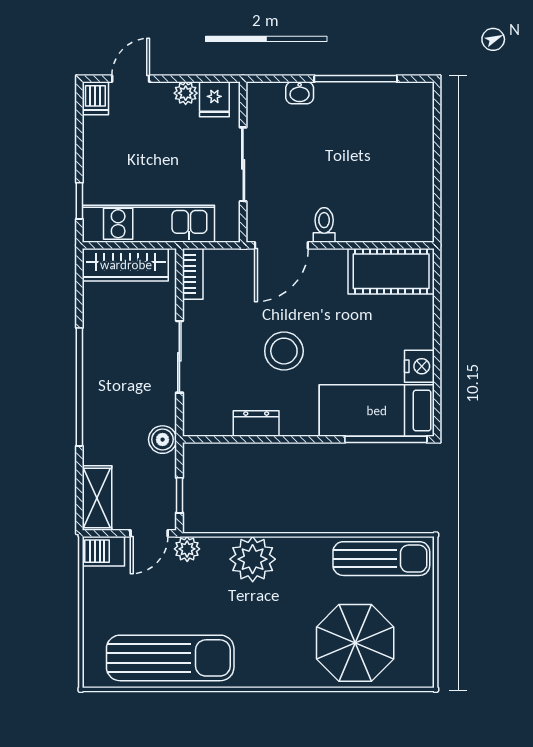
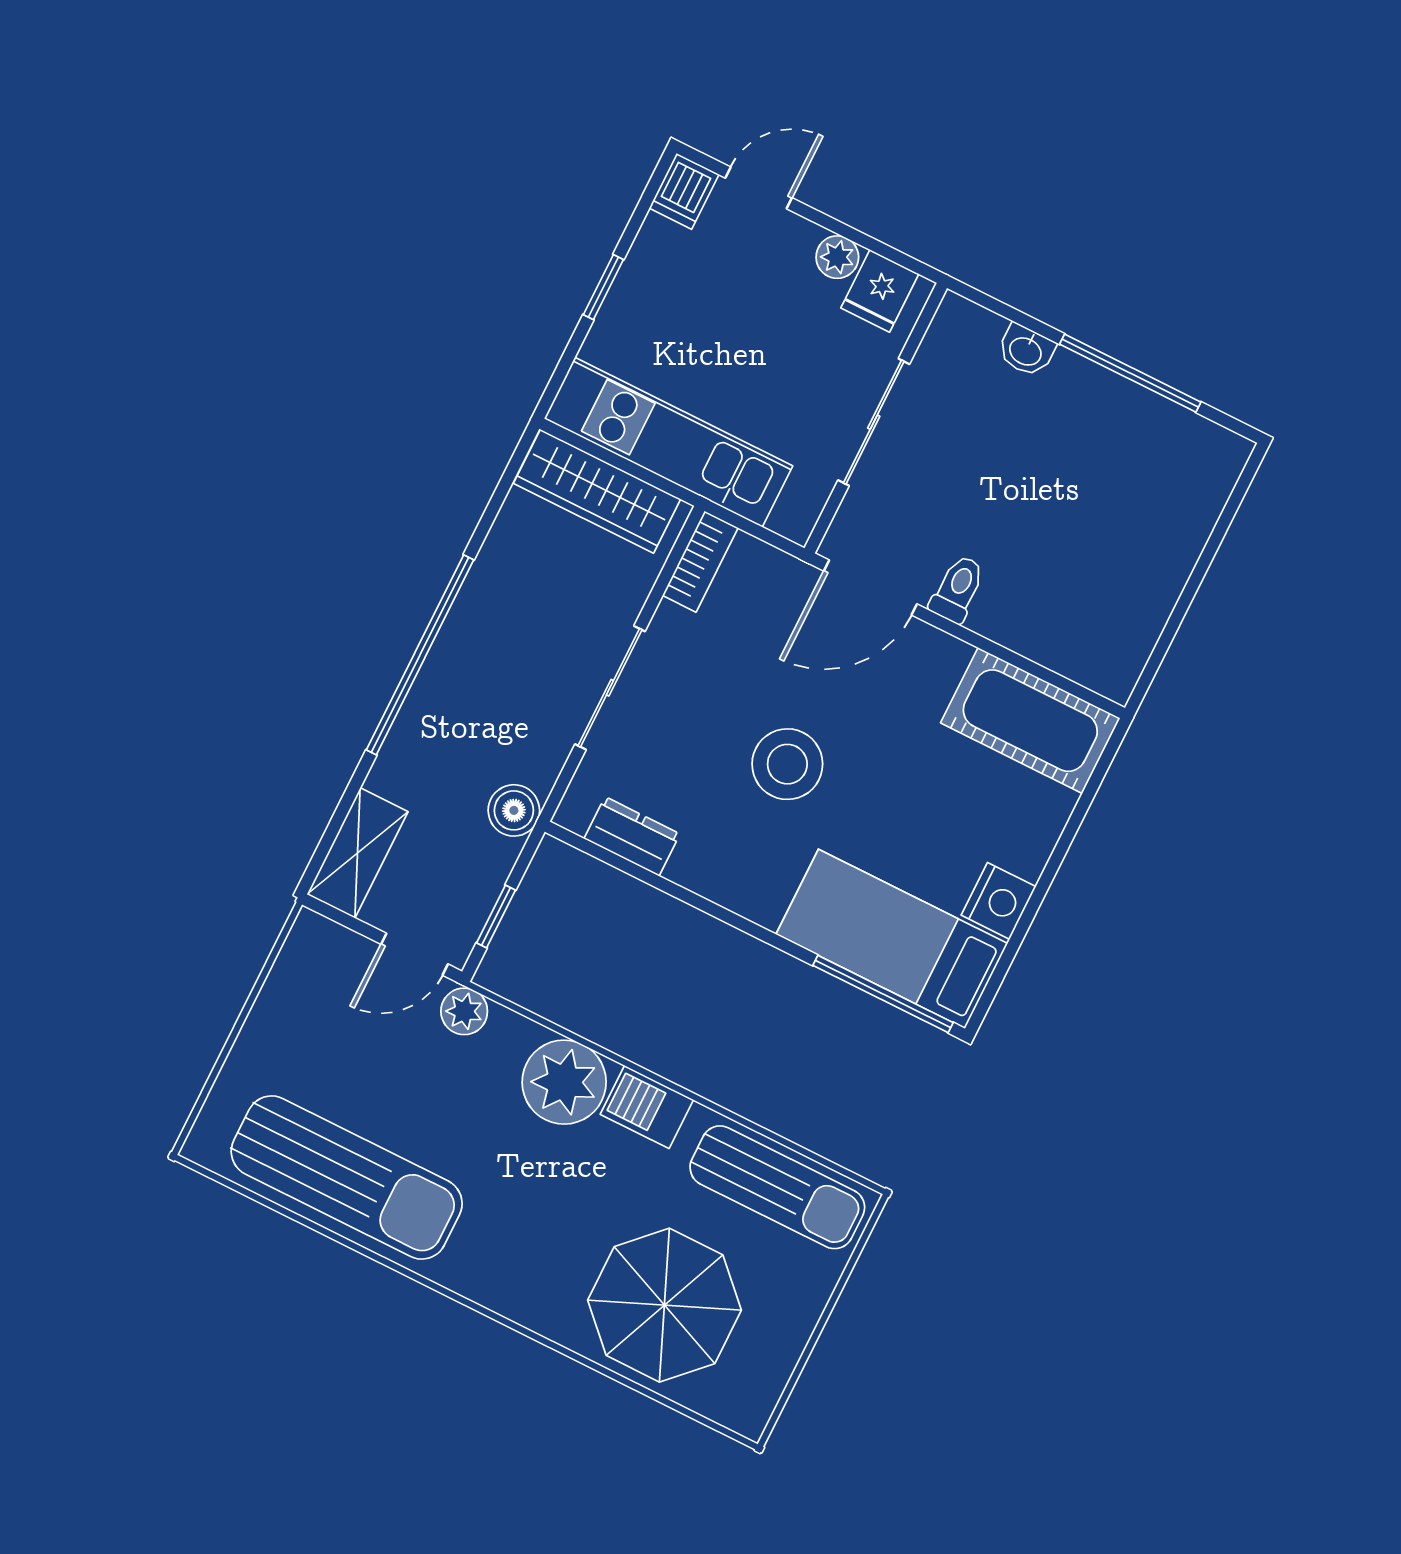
window: (79, 201) -> (603, 287), moved
dresser: (256, 424) -> (632, 836), moved
barbecue: (103, 551) -> (647, 1107), moved

